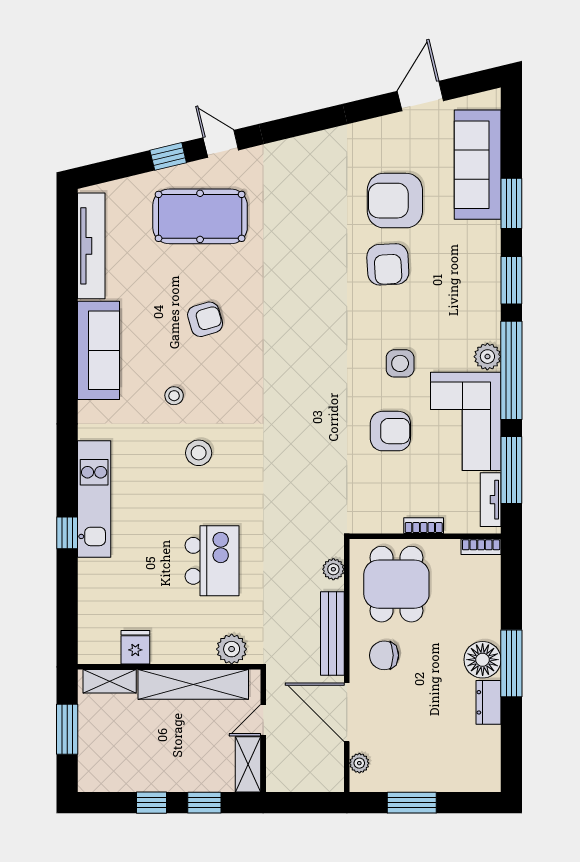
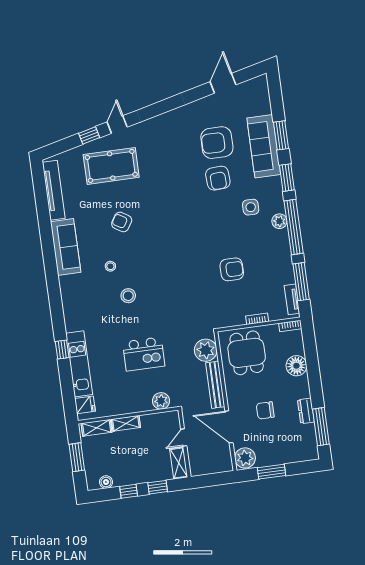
door: (221, 144) -> (117, 125), hinge flipped
sofa: (478, 165) -> (264, 146), moved
armchair: (205, 319) -> (122, 222), turned -132
side table: (400, 363) -> (251, 207), moved
corner sofa: (466, 421) -> (272, 258), removed
kitchen unit: (94, 499) -> (79, 364), moved
kitchen island: (212, 561) -> (144, 354), turned 90
plant: (333, 569) -> (206, 350), width x1.88, depth x1.88
fridge: (135, 647) -> (85, 405), moved, turned 90
chair: (384, 655) -> (265, 410), moved
floor lamp: (483, 660) -> (296, 366), moved
window: (511, 663) -> (321, 427), moved
shelving: (193, 684) -> (126, 423), width x0.45, depth x0.75
plant: (359, 763) -> (245, 458), width x1.88, depth x1.88
boiler: (113, 781) -> (106, 482), added

